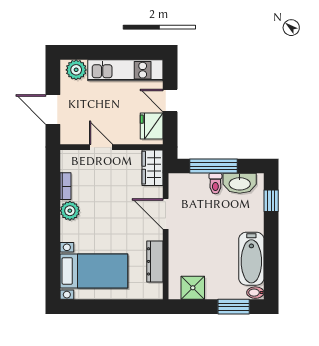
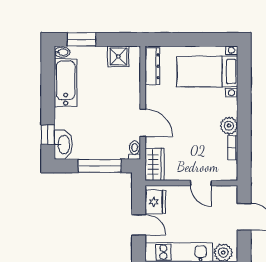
washbasin: (240, 183) -> (63, 145), moved, turned 90
toilet: (215, 184) -> (135, 150), moved
dresser: (155, 261) -> (152, 66), moved

